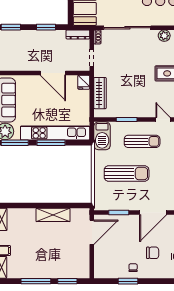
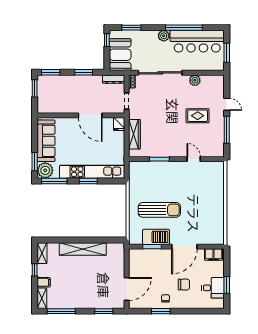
barbecue: (102, 136) -> (156, 237), moved, turned -90
sun lounger: (142, 141) -> (174, 180), removed
window: (51, 143) -> (88, 181), width x0.69
shelving: (53, 215) -> (83, 249), width x1.47
door: (92, 232) -> (127, 289), moved
window: (36, 281) -> (61, 311), moved

